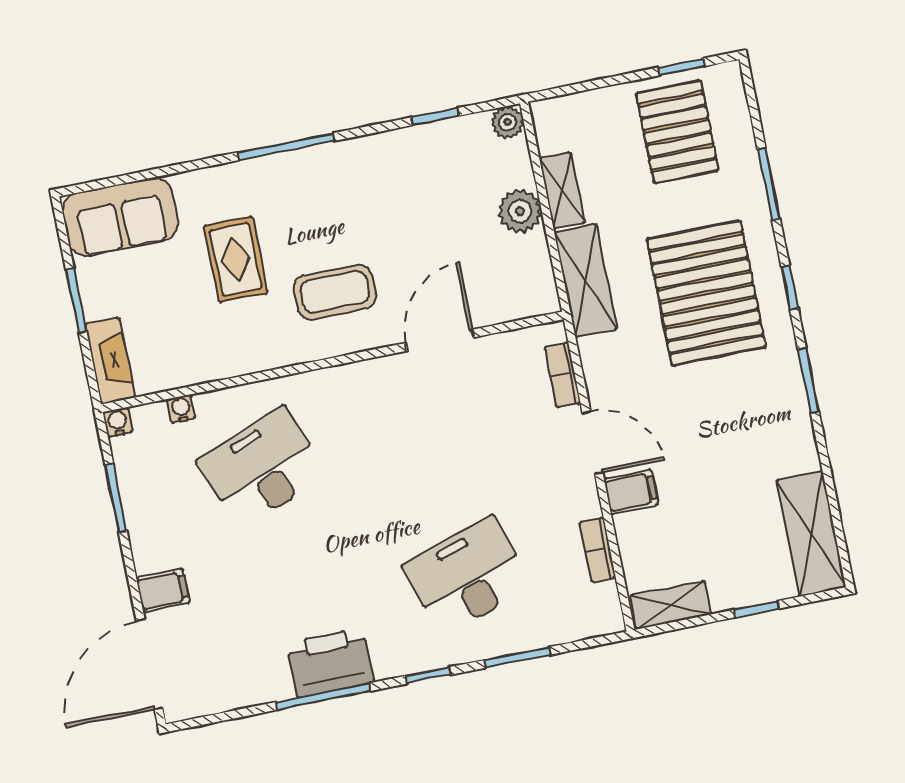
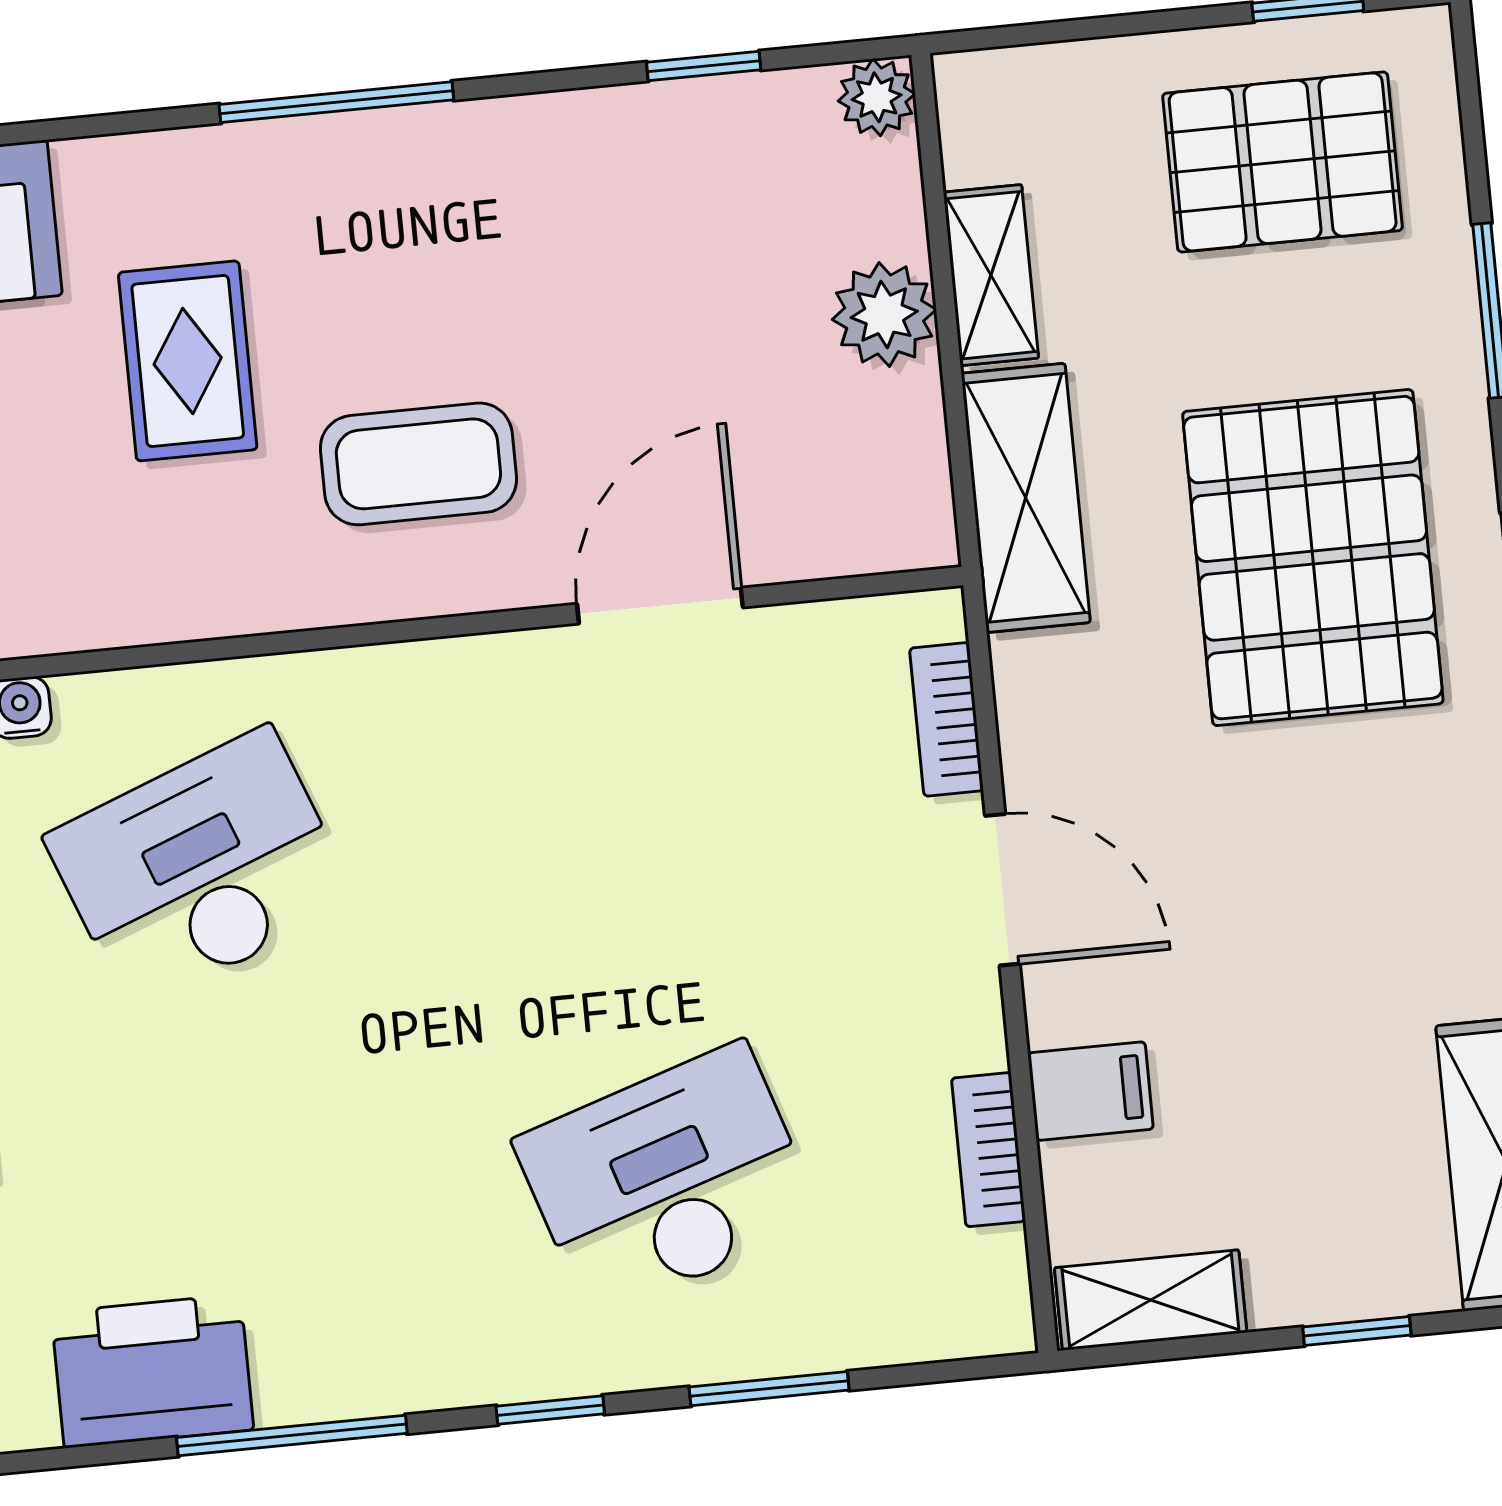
pallet: (677, 132) -> (1283, 162), turned 90
filing cabinet: (631, 492) -> (1091, 1091), moved
printer: (330, 662) -> (152, 1371), moved

